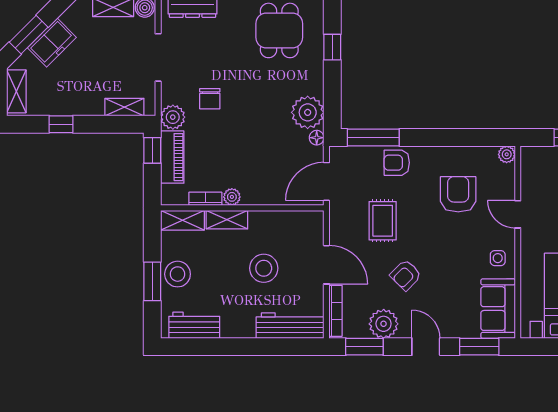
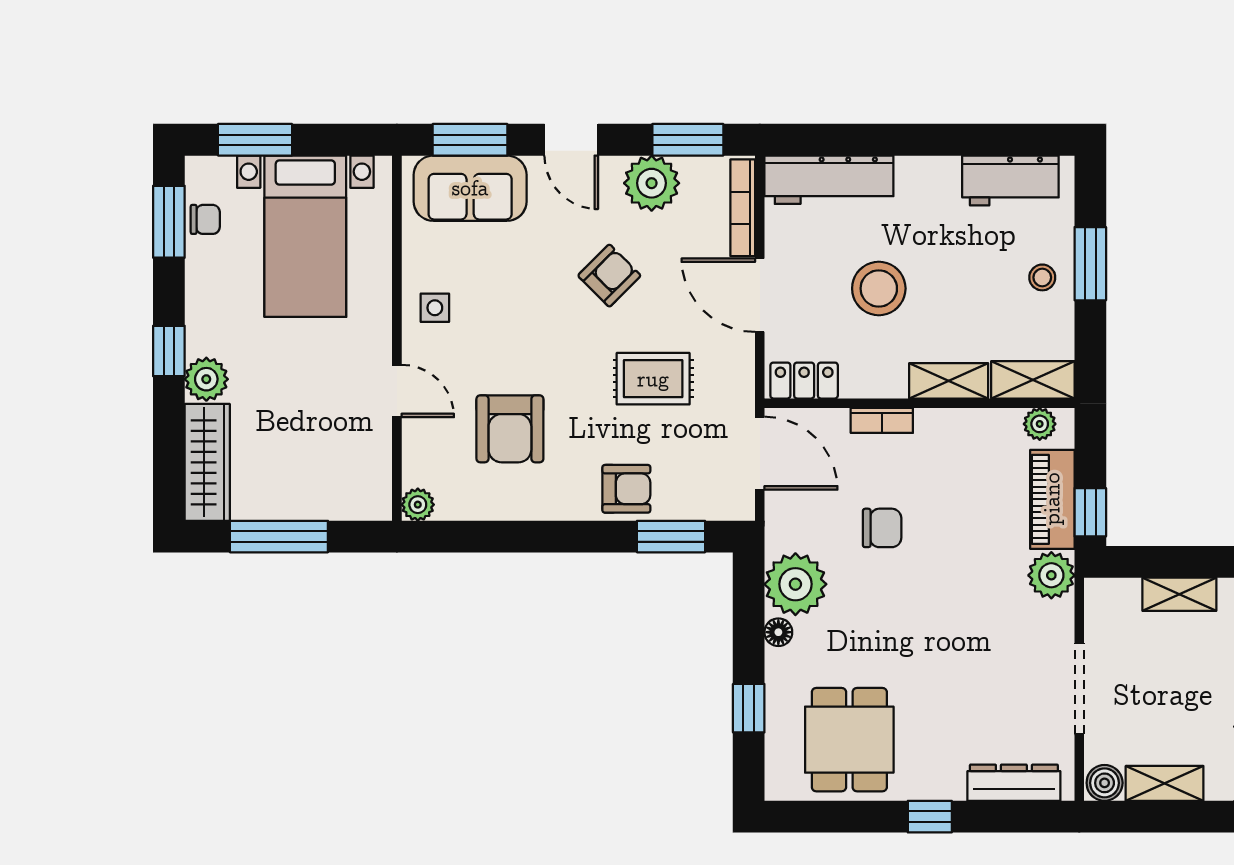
chair: (210, 99) -> (882, 528), moved, turned 90
shelving: (124, 107) -> (1179, 594), moved
window: (373, 137) -> (671, 537), width x0.69
floor lamp: (317, 138) -> (778, 632), moved
door: (326, 181) -> (760, 453), hinge flipped
plant: (232, 197) -> (1040, 424), moved
bookcase: (205, 199) -> (882, 420), moved
locker: (303, 220) -> (804, 381), added
rug: (383, 221) -> (653, 379), turned 90
stool: (178, 274) -> (1042, 277), width x0.53, depth x0.53
sofa: (498, 309) -> (470, 188), moved, turned 90

